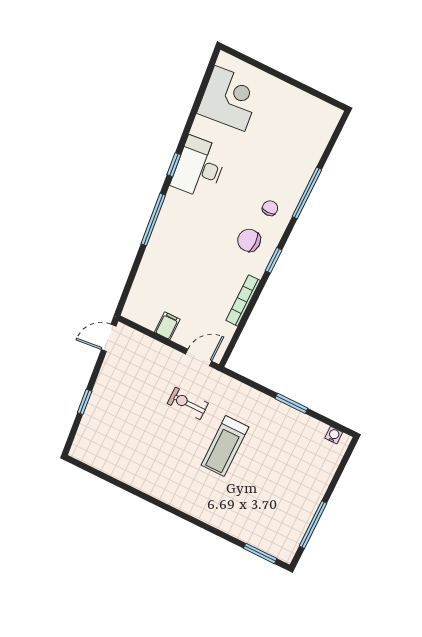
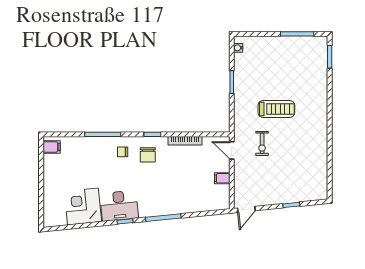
corner desk: (230, 98) -> (83, 207), moved
filing cabinet: (324, 115) -> (52, 147), added
door: (109, 338) -> (246, 209), hinge flipped

